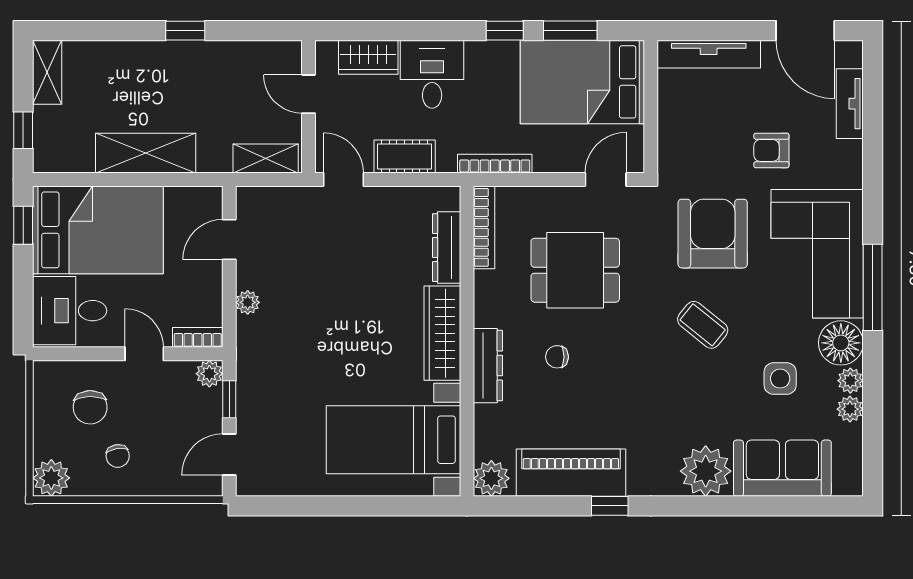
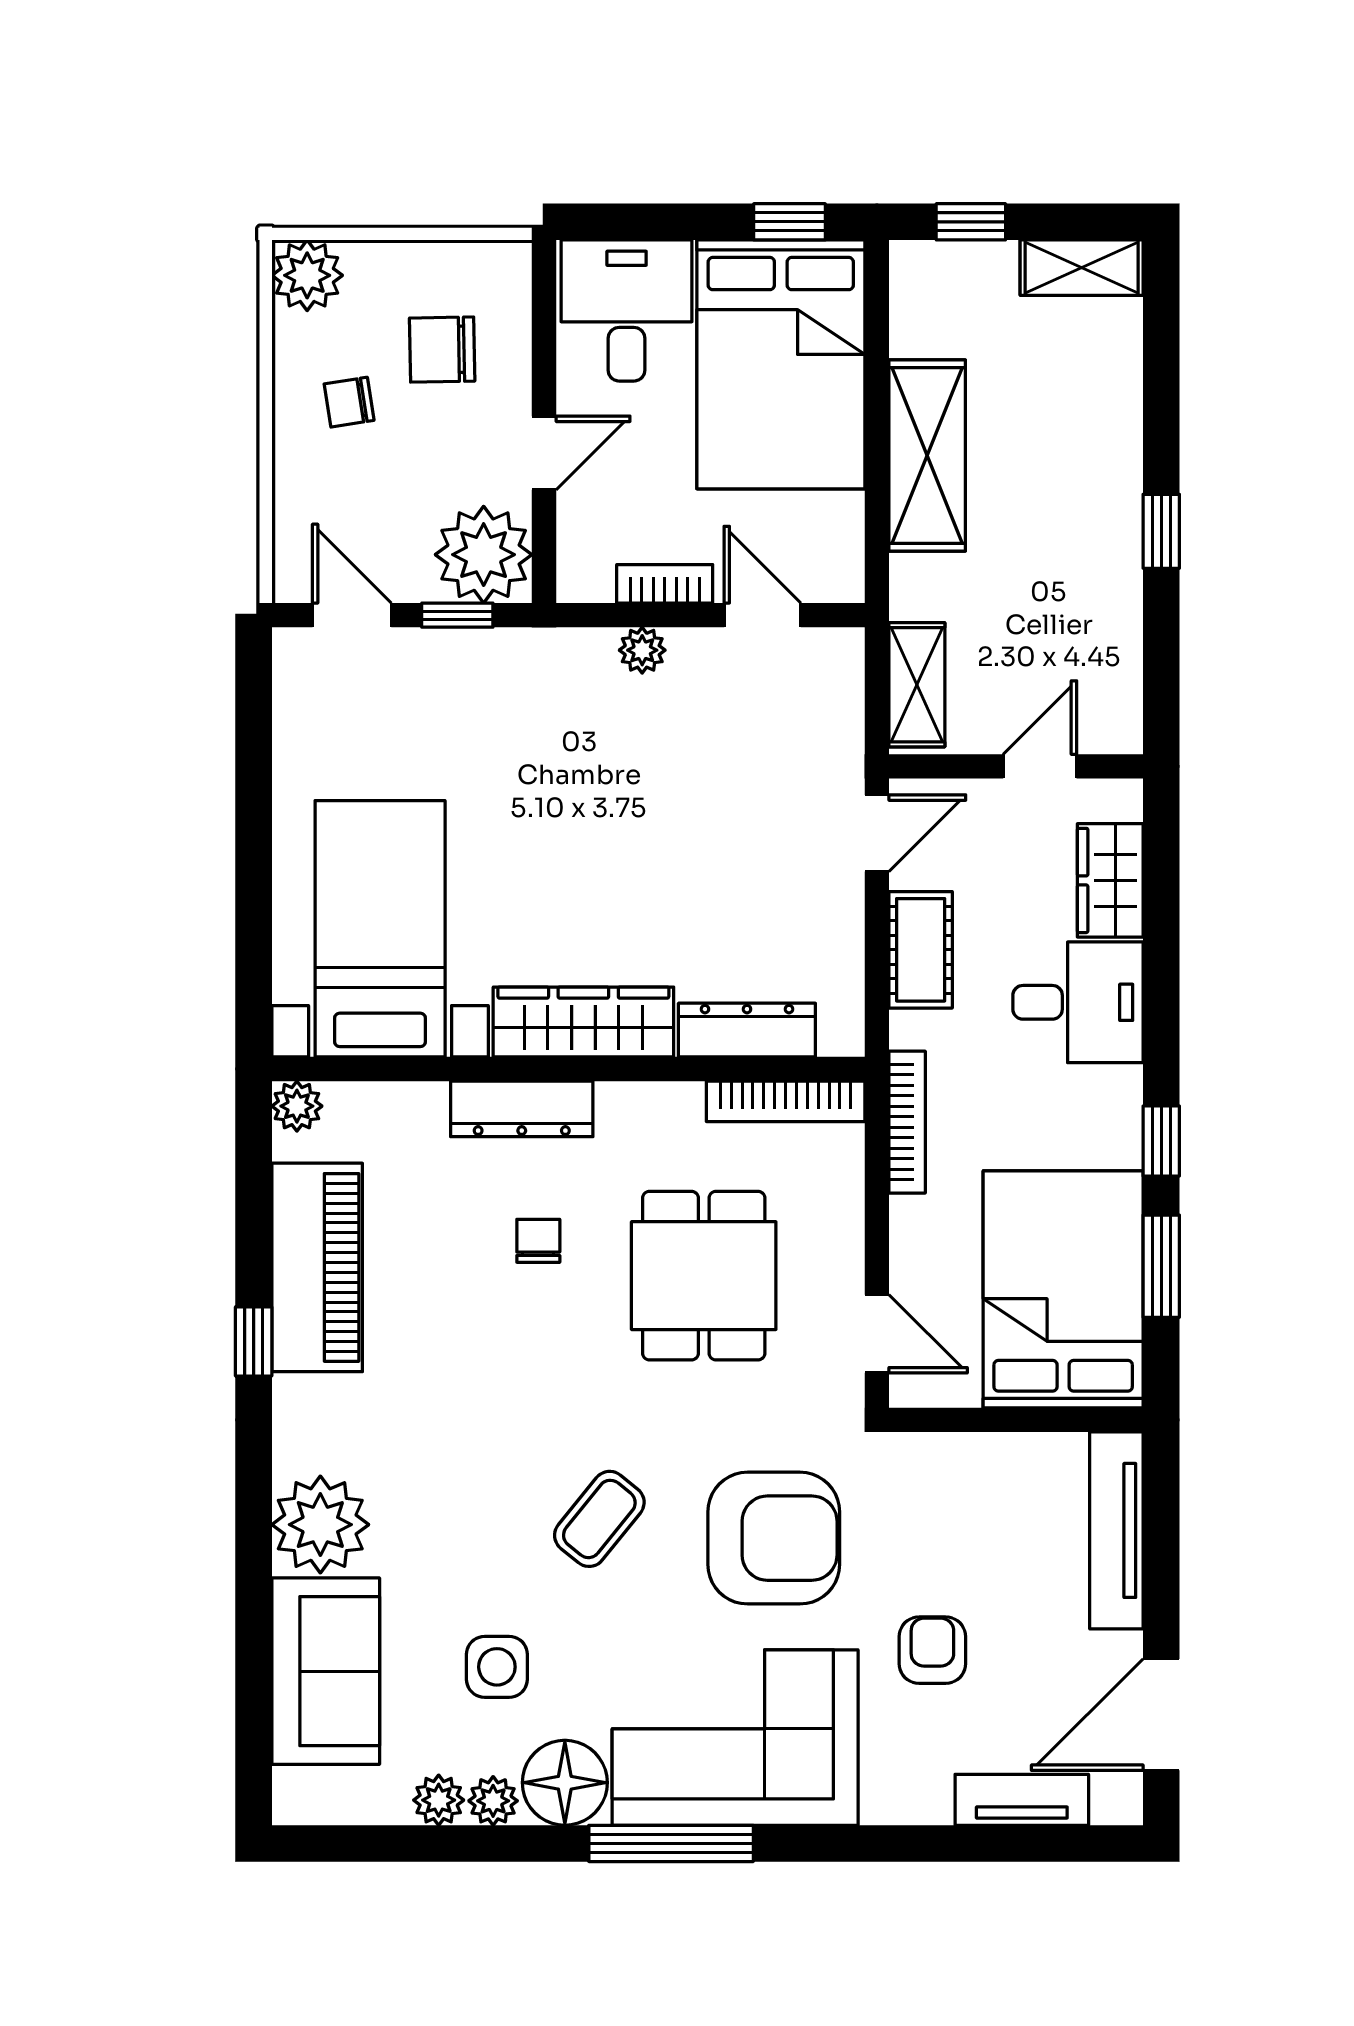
bookcase: (198, 337) -> (665, 584), moved, turned -90
plant: (209, 374) -> (484, 555), width x1.87, depth x1.87
plant: (491, 478) -> (297, 1106), width x0.73, depth x0.73

